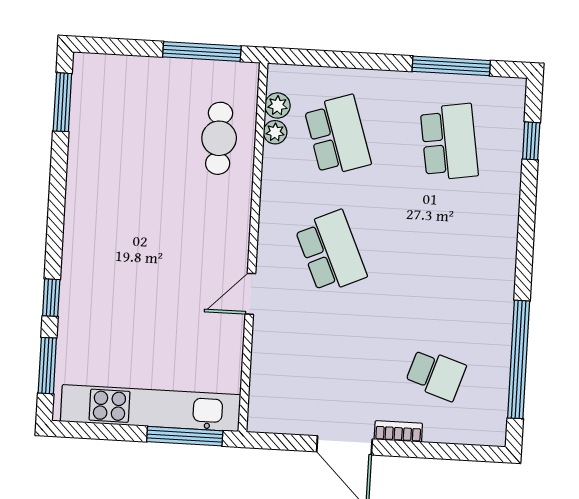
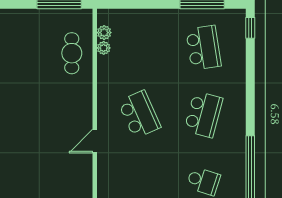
school desk: (337, 136) -> (203, 114), moved, turned 33
window: (531, 141) -> (250, 28), moved

